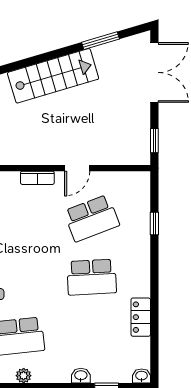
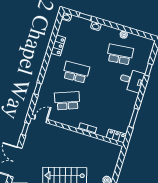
door: (77, 168) -> (41, 119), moved

